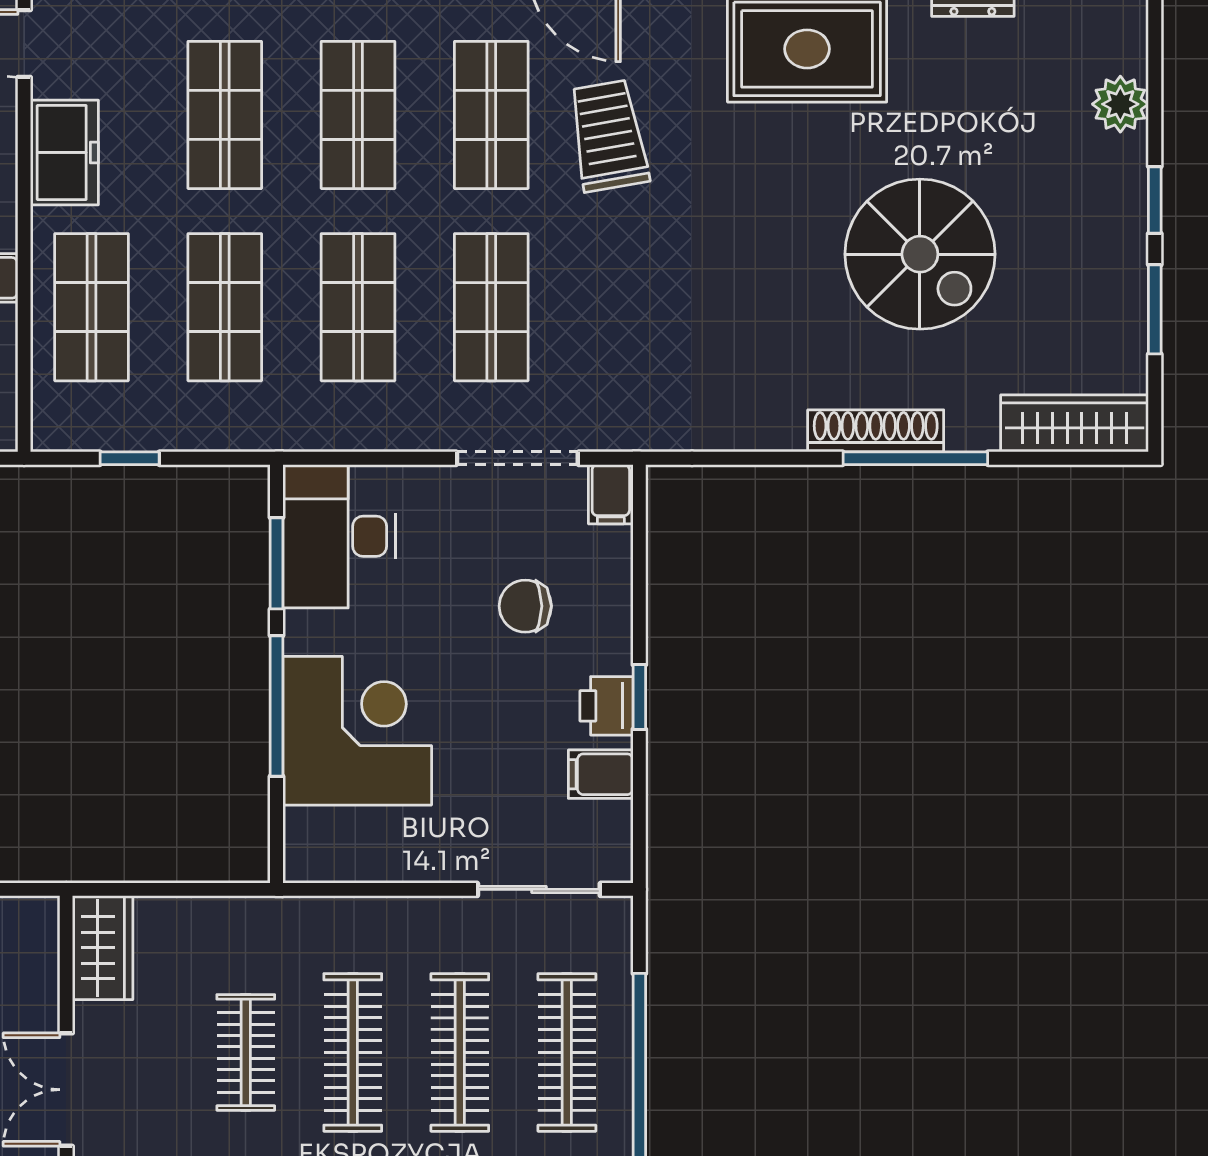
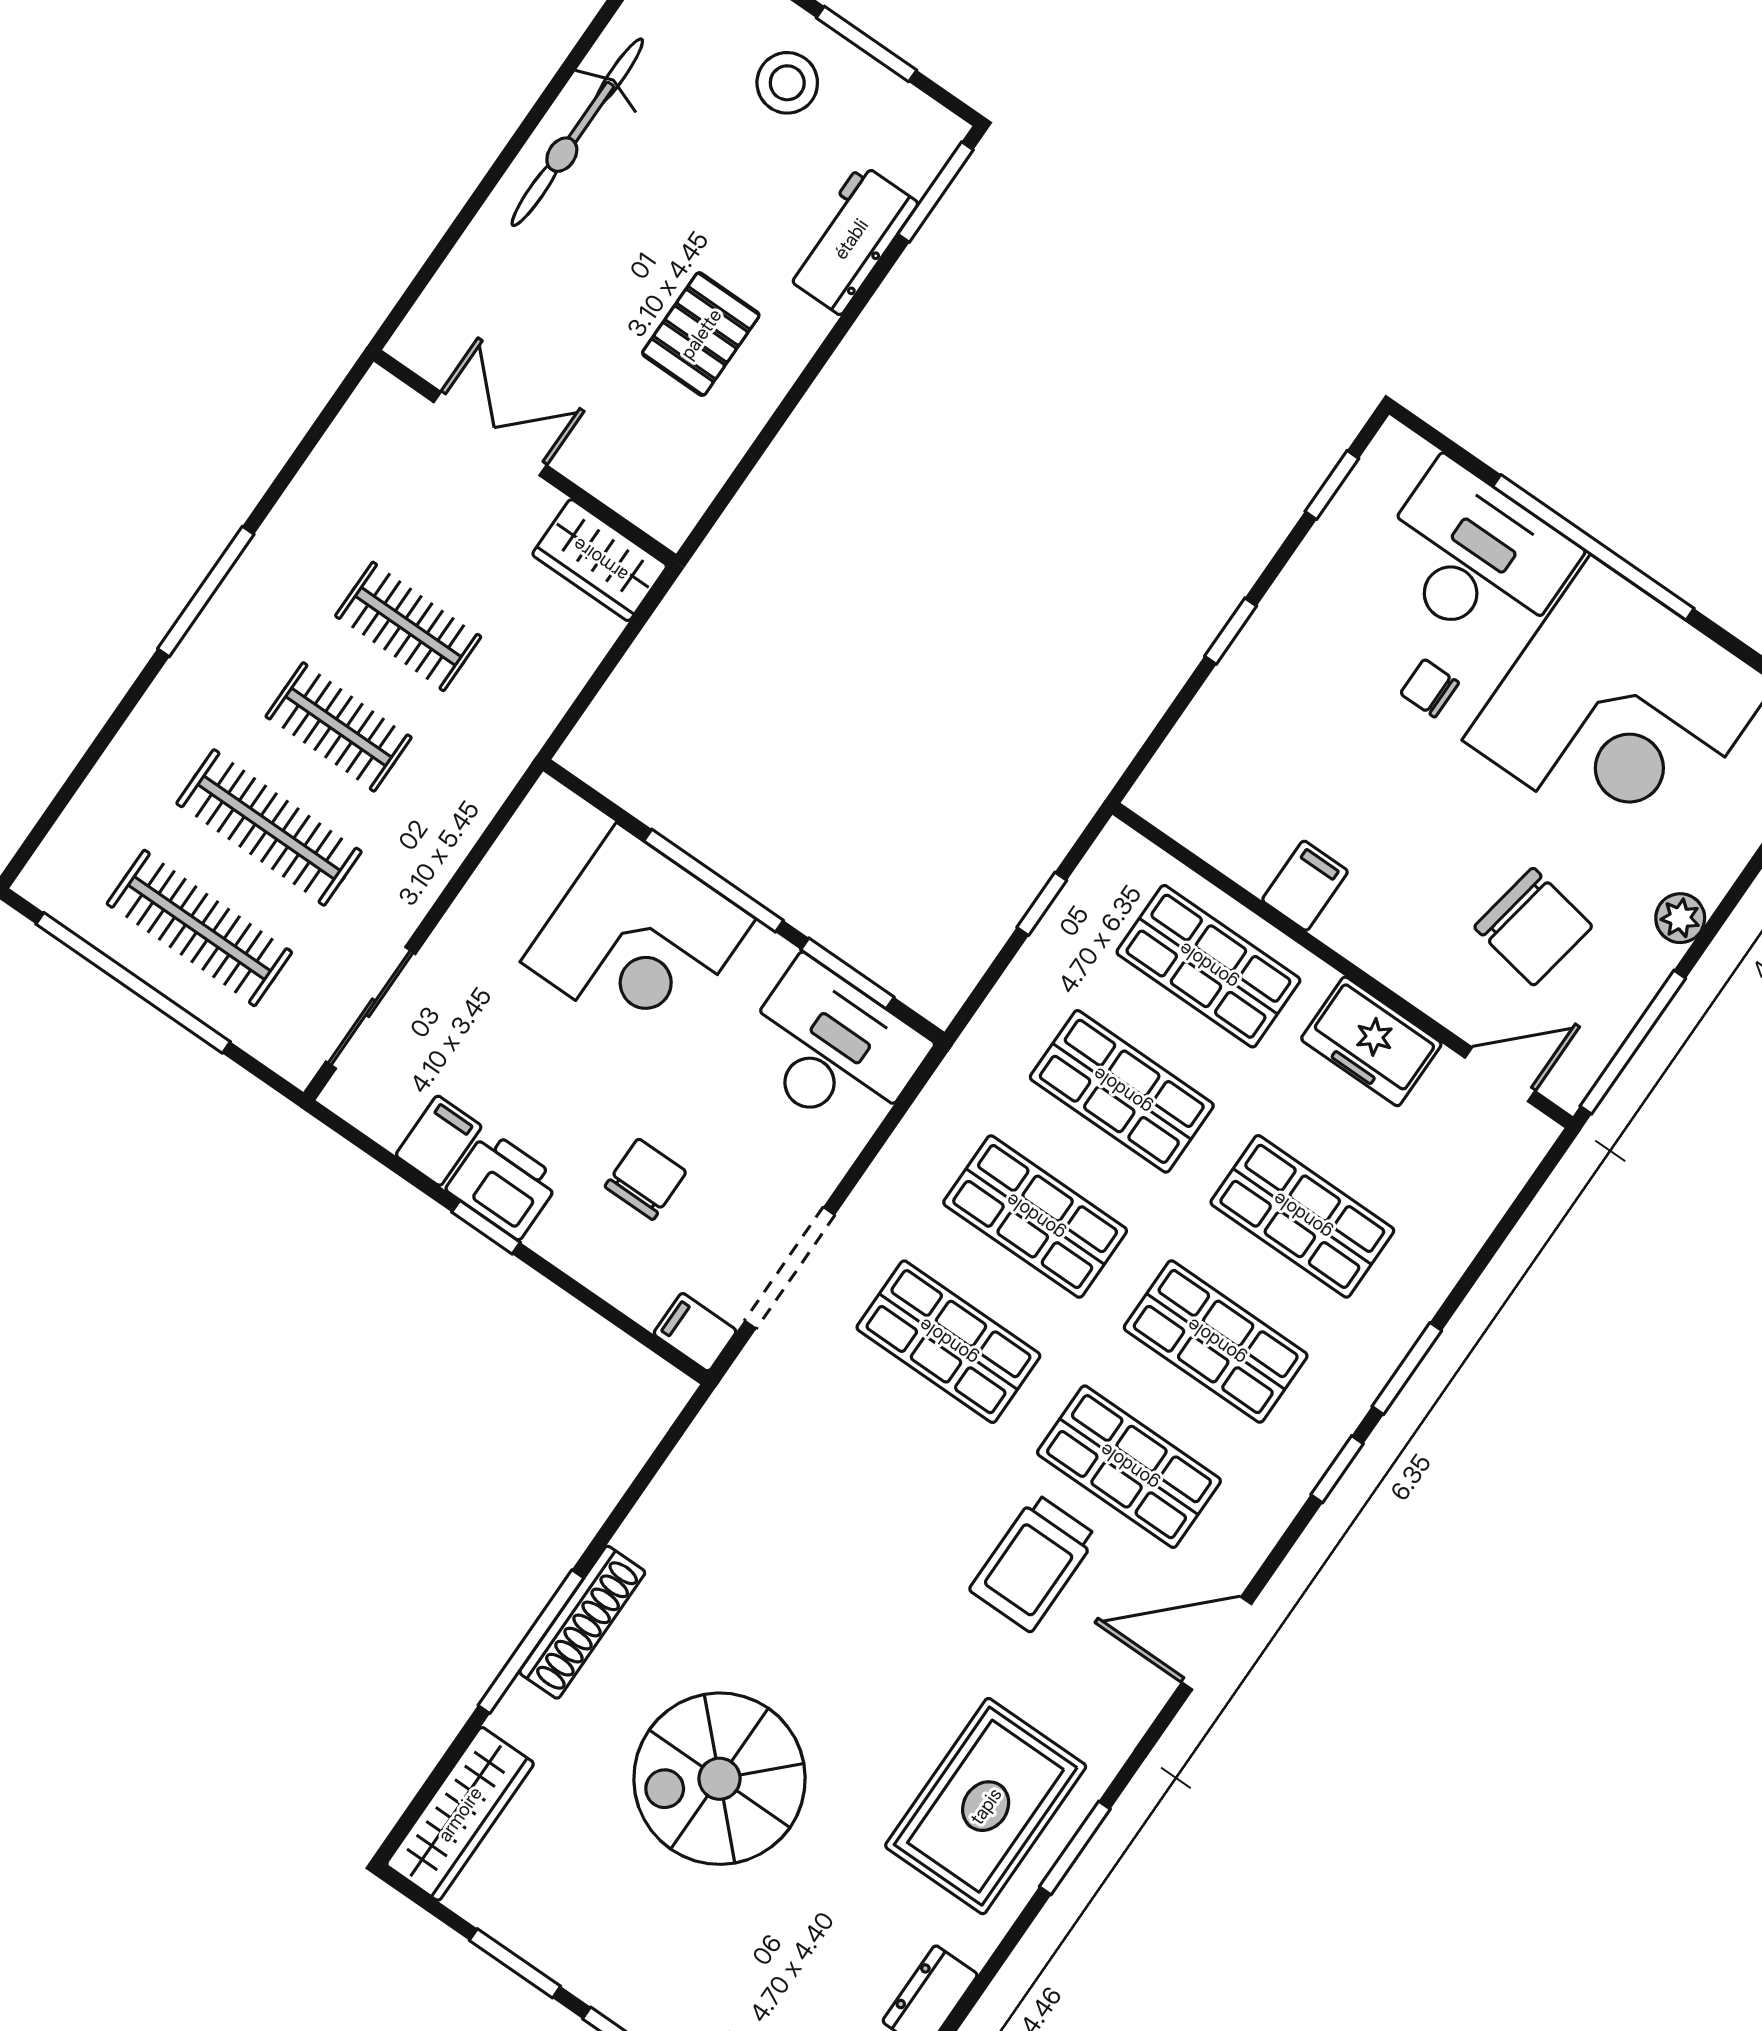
trolley: (608, 136) -> (1033, 1563), turned 100
printer: (606, 706) -> (503, 1185), width x1.36, depth x1.24
clothes rail: (353, 1052) -> (339, 727), width x0.73

